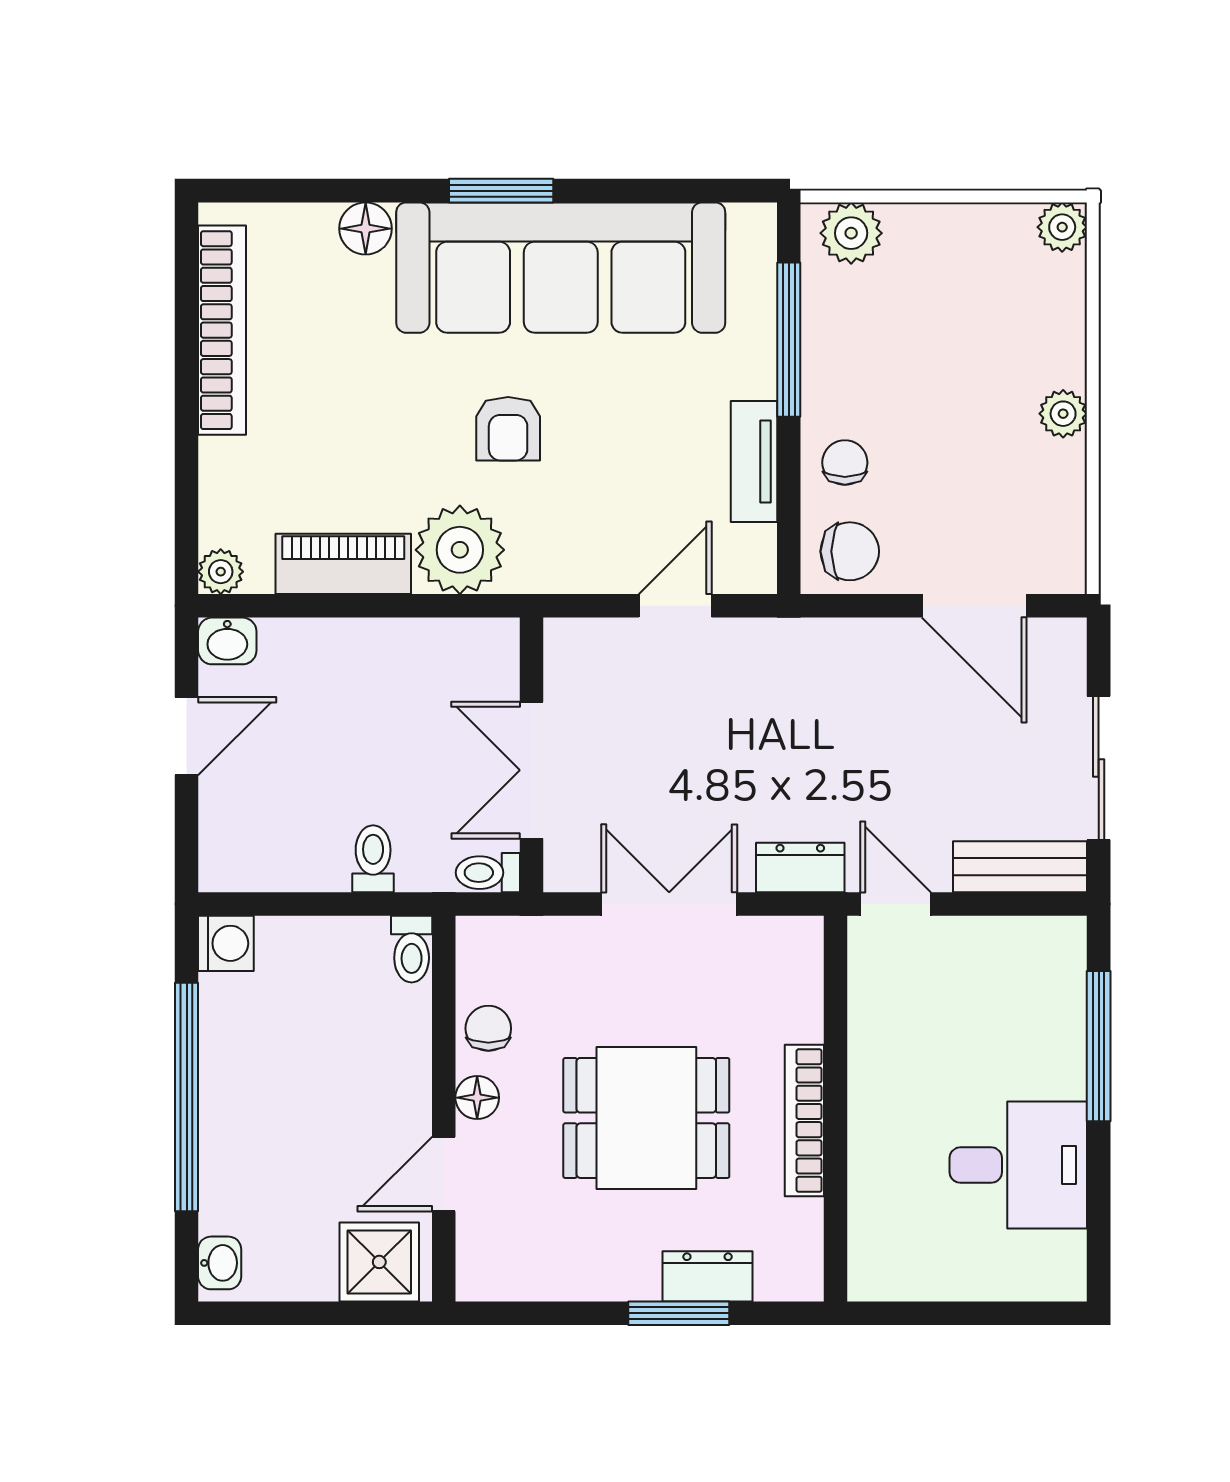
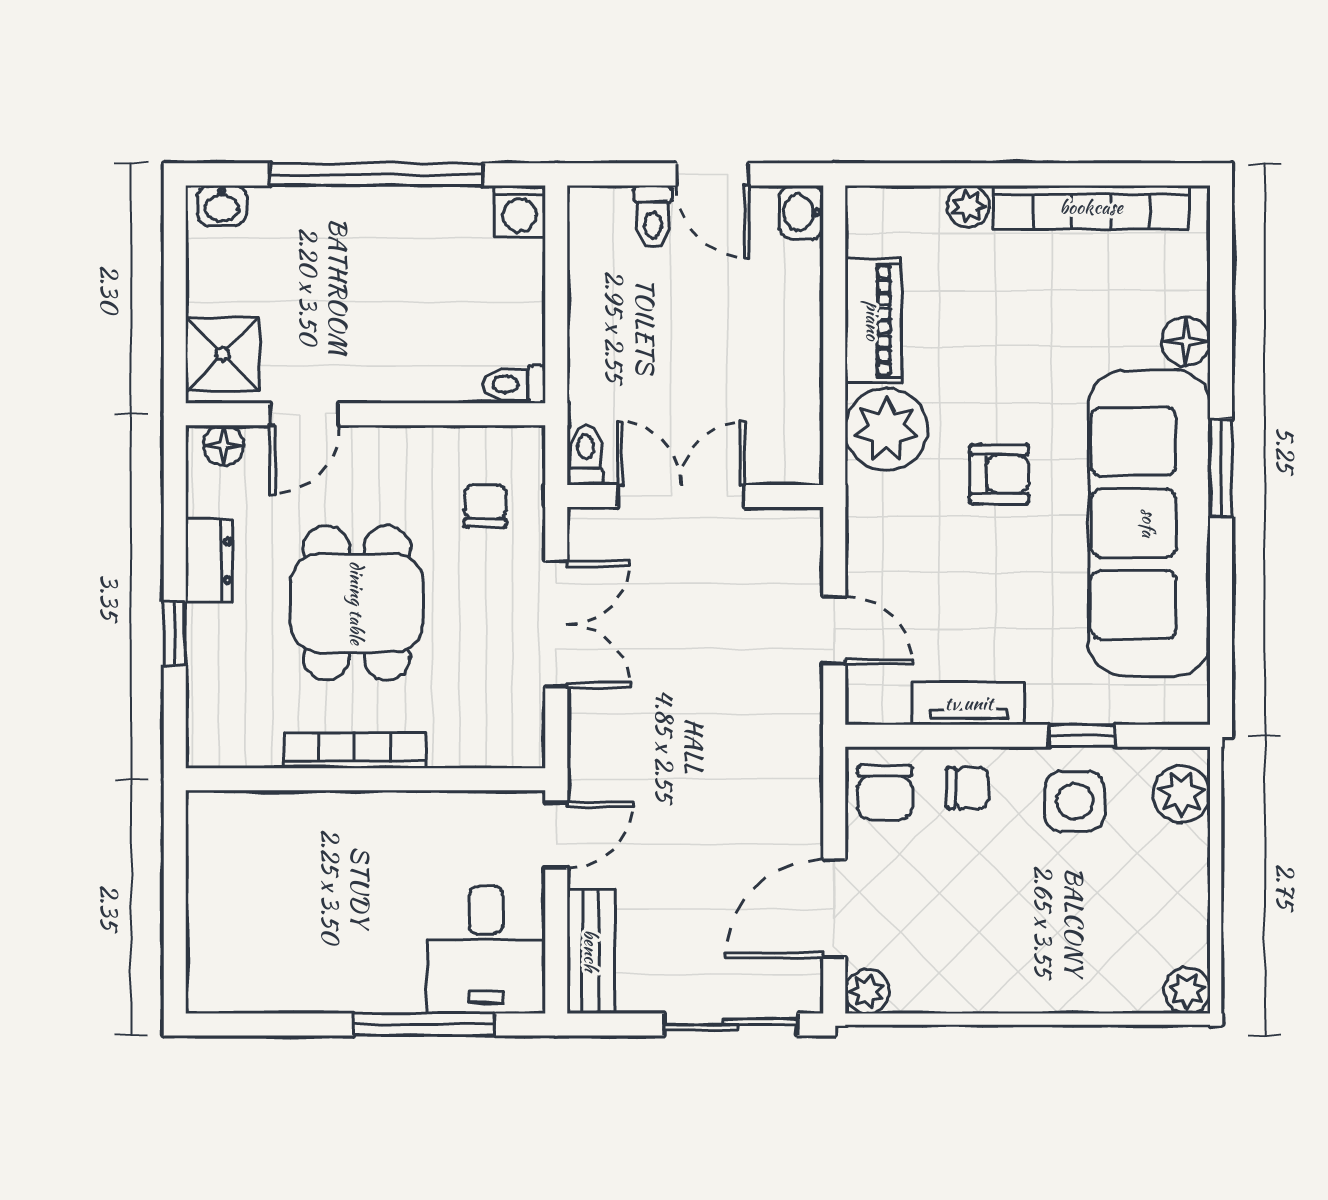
window: (789, 340) -> (1082, 736), width x0.46
side table: (859, 348) -> (1075, 801), added
plant: (1063, 414) -> (867, 991), moved
armchair: (508, 429) -> (999, 474), turned 180
plant: (221, 572) -> (968, 206), moved
sliding door: (1099, 768) -> (731, 1025), moved
toilet: (373, 859) -> (653, 217), moved, turned 90
dresser: (800, 867) -> (590, 746), removed
chair: (488, 1028) -> (485, 506), moved, turned -90
floor lamp: (477, 1098) -> (224, 445), moved
desk: (1018, 1165) -> (486, 950), moved
door: (444, 1174) -> (304, 414), swing flipped
dresser: (708, 1276) -> (209, 561), moved
window: (679, 1313) -> (175, 633), width x0.67

